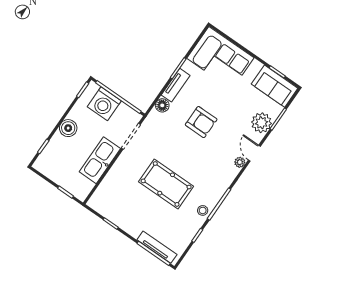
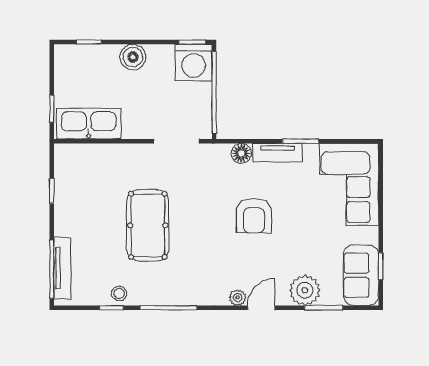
washing machine: (104, 104) -> (194, 63), moved, turned -90
kitchen sink: (100, 160) -> (89, 124), moved
stool: (203, 210) -> (119, 294), moved

